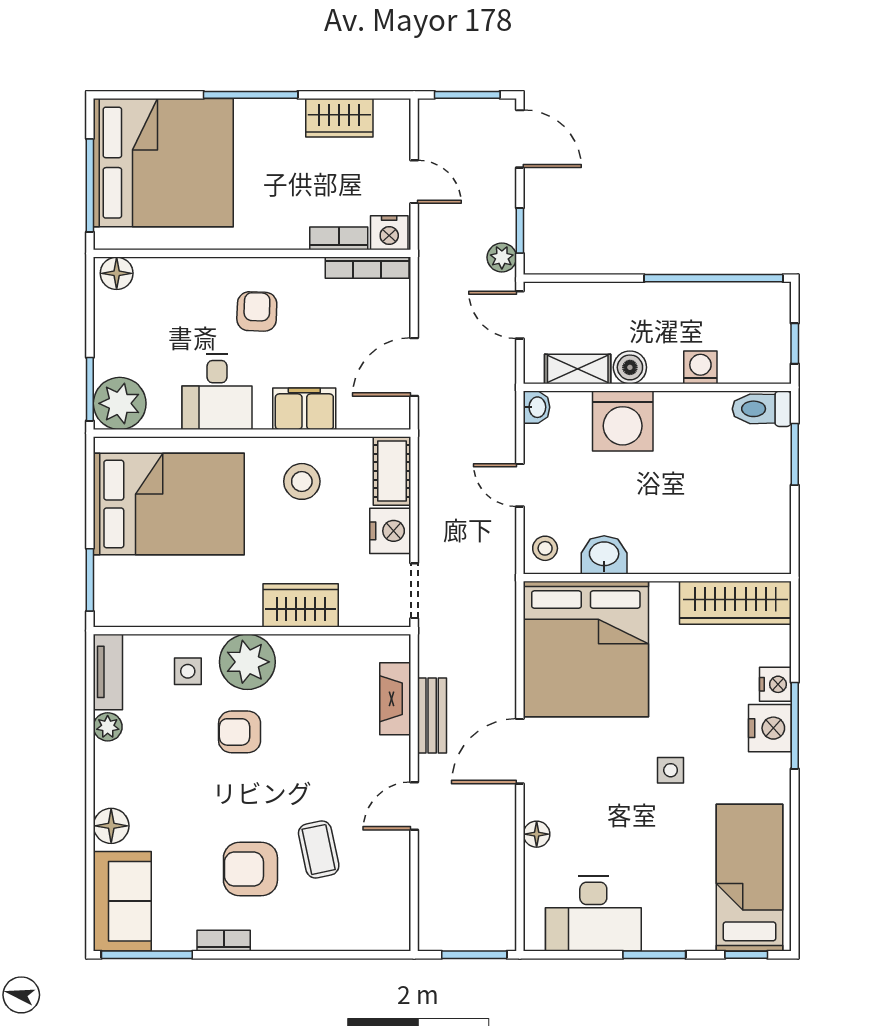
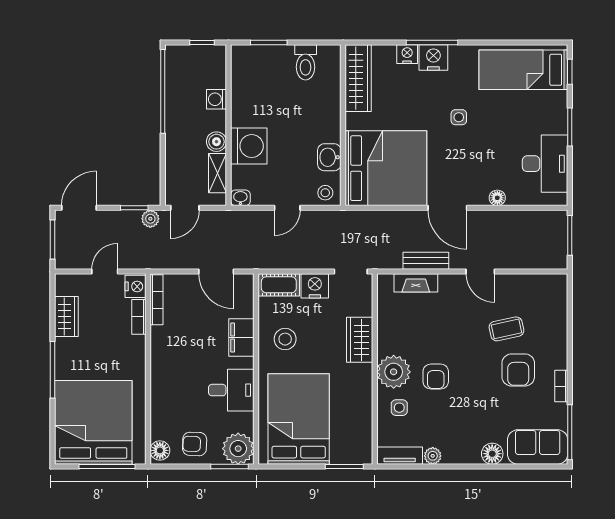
armchair: (257, 311) -> (195, 444), moved
toilet: (762, 409) -> (306, 62), moved

